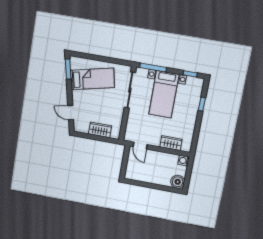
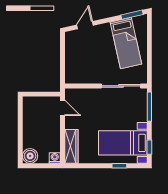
bed with nightstands: (164, 94) -> (123, 143), moved
wardrobe: (100, 130) -> (72, 61), removed
wardrobe: (171, 143) -> (71, 146), width x1.50
door: (140, 146) -> (63, 108), swing flipped

